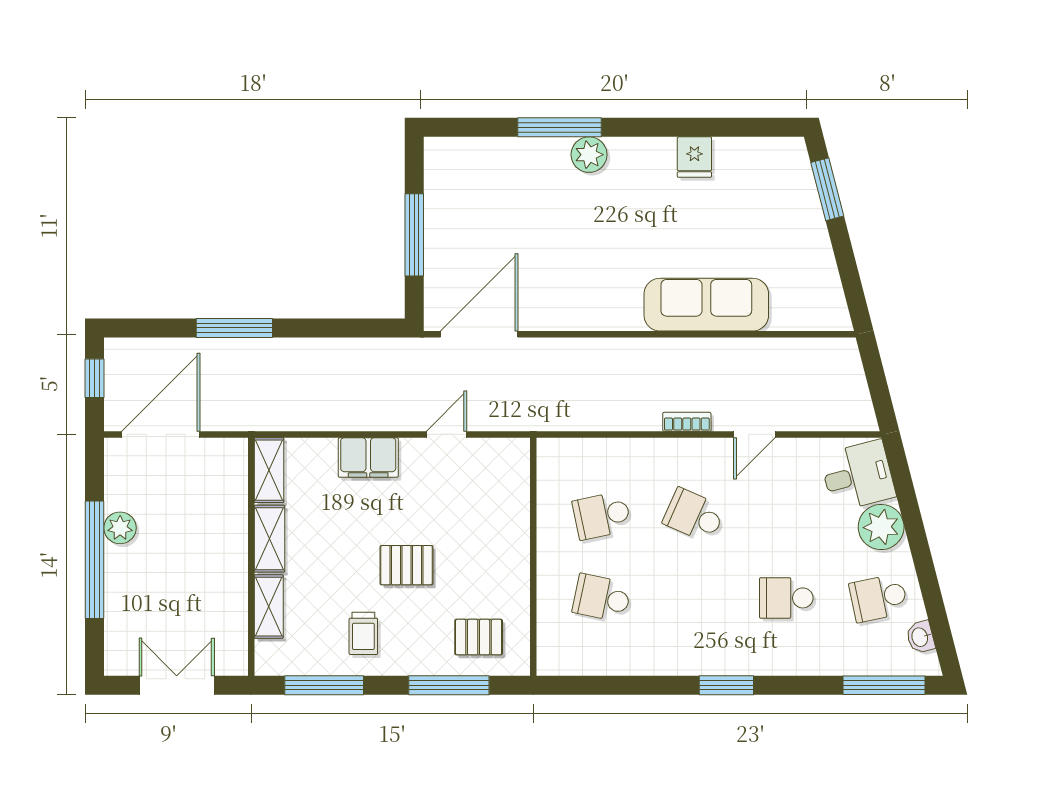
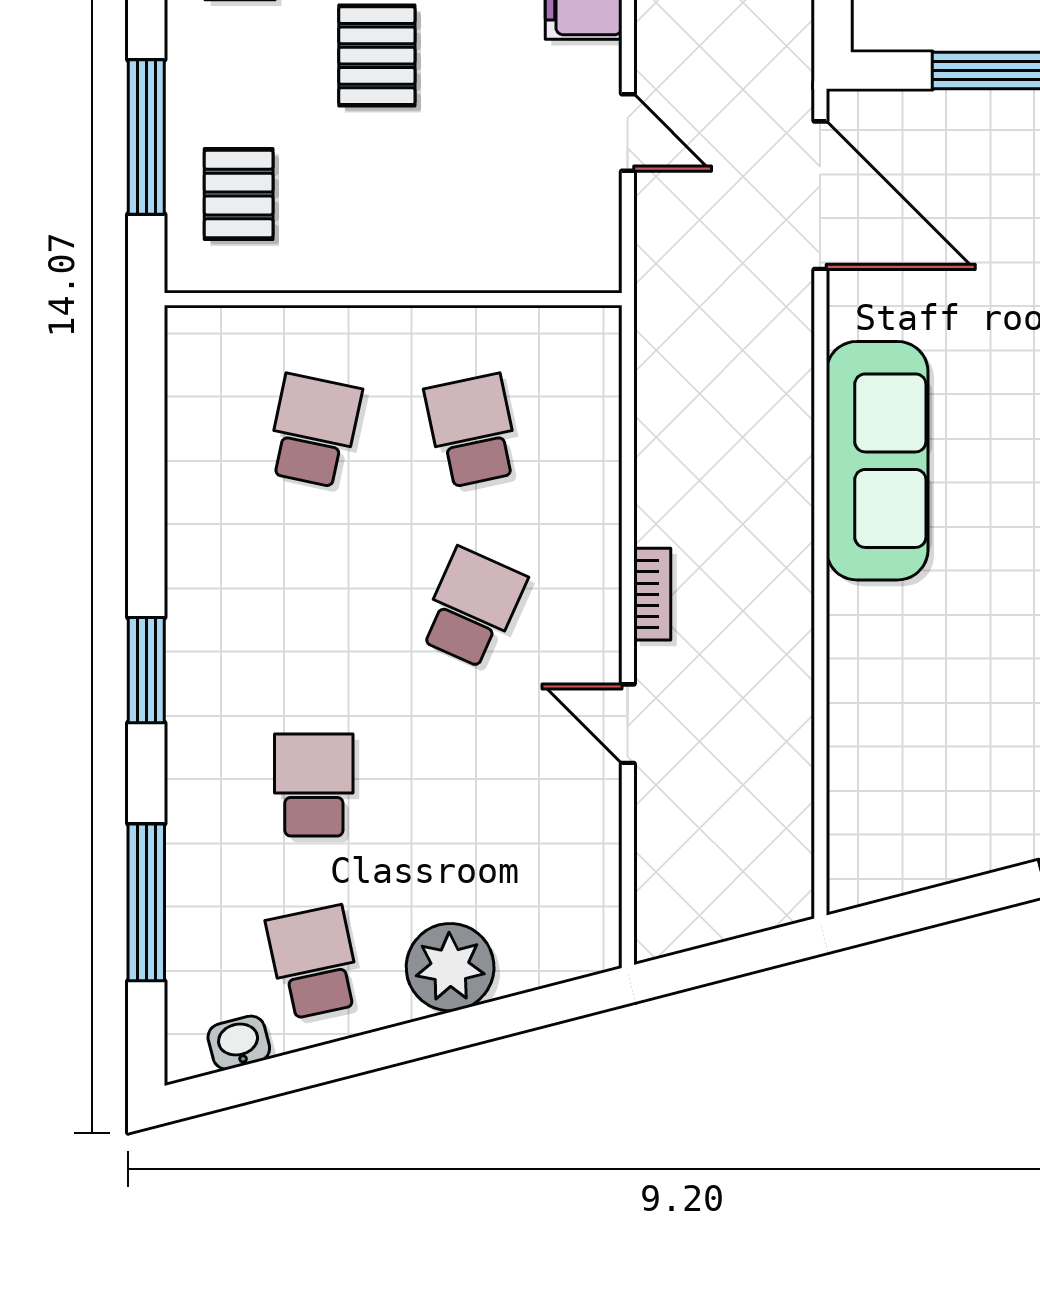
sofa: (706, 305) -> (877, 461), moved
desk: (858, 476) -> (549, 922), removed
window: (884, 685) -> (146, 902), moved

